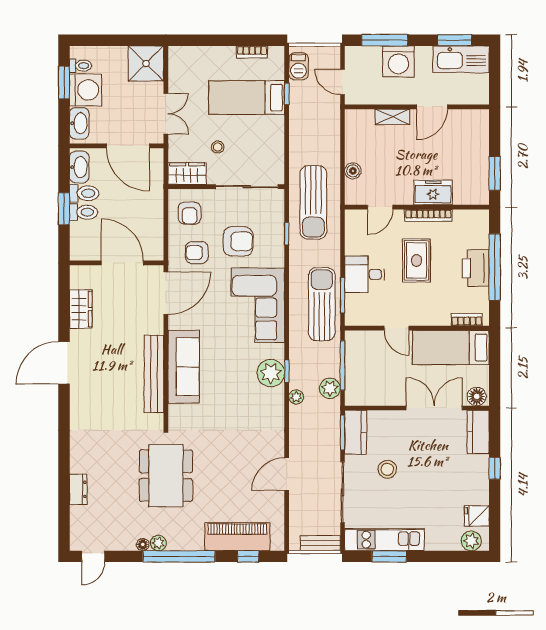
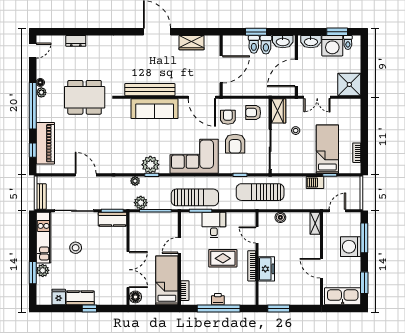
kitchen sink: (461, 59) -> (343, 296), moved, turned 90
barbecue: (299, 66) -> (315, 183), moved
shelving: (392, 117) -> (315, 223), moved
printer: (476, 268) -> (218, 299), width x0.53, depth x0.68
kitchen counter: (478, 432) -> (80, 298), moved
stool: (387, 469) -> (76, 248), moved
plant: (471, 541) -> (43, 270), moved
door: (93, 556) -> (33, 51), swing flipped
window: (389, 556) -> (33, 273), moved

